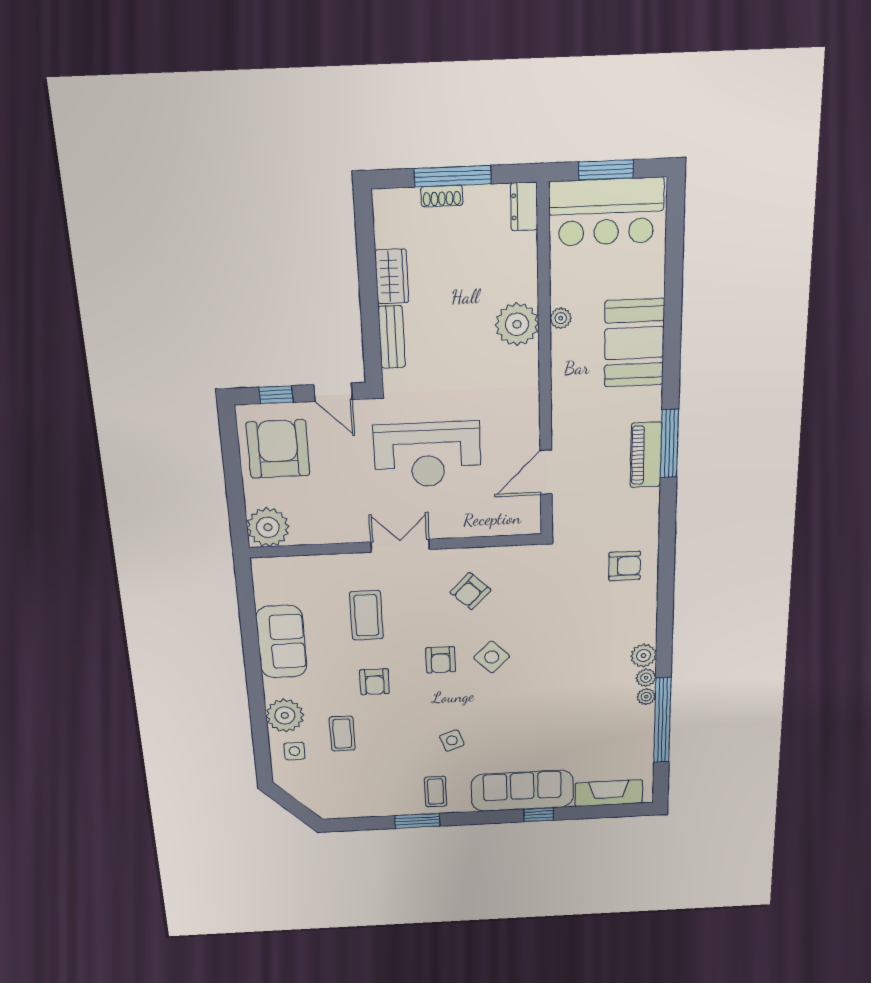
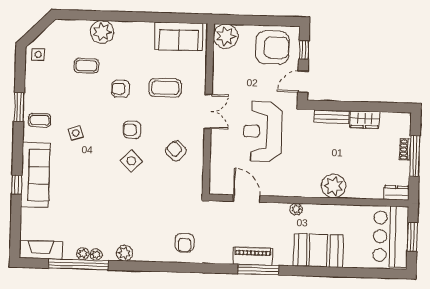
plant: (561, 318) -> (296, 209), moved
sofa: (281, 642) -> (179, 36), moved
plant: (646, 678) -> (83, 254), moved
side table: (294, 751) -> (38, 54), moved
fireplace: (609, 793) -> (41, 250), moved, turned -90

